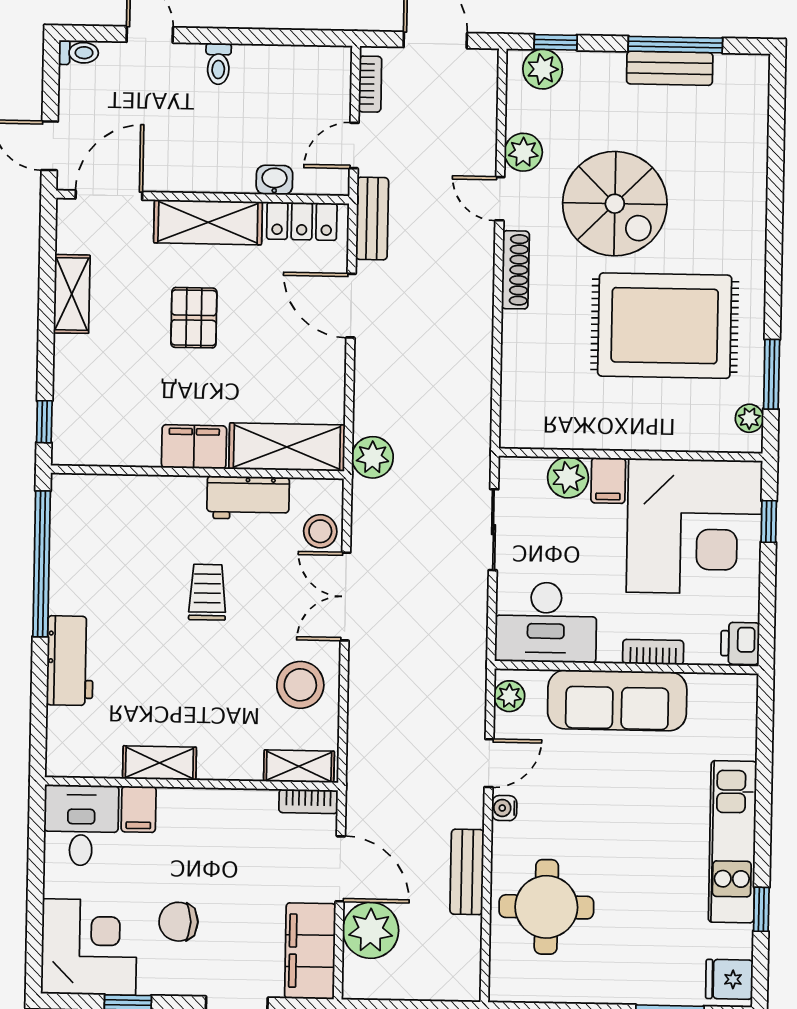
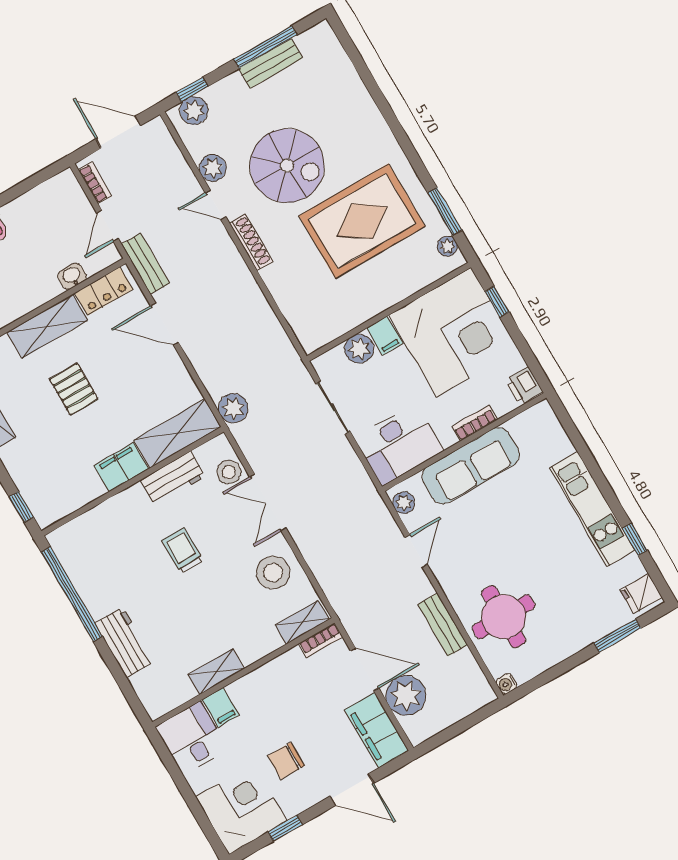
water cooler: (504, 808) -> (506, 684), moved

